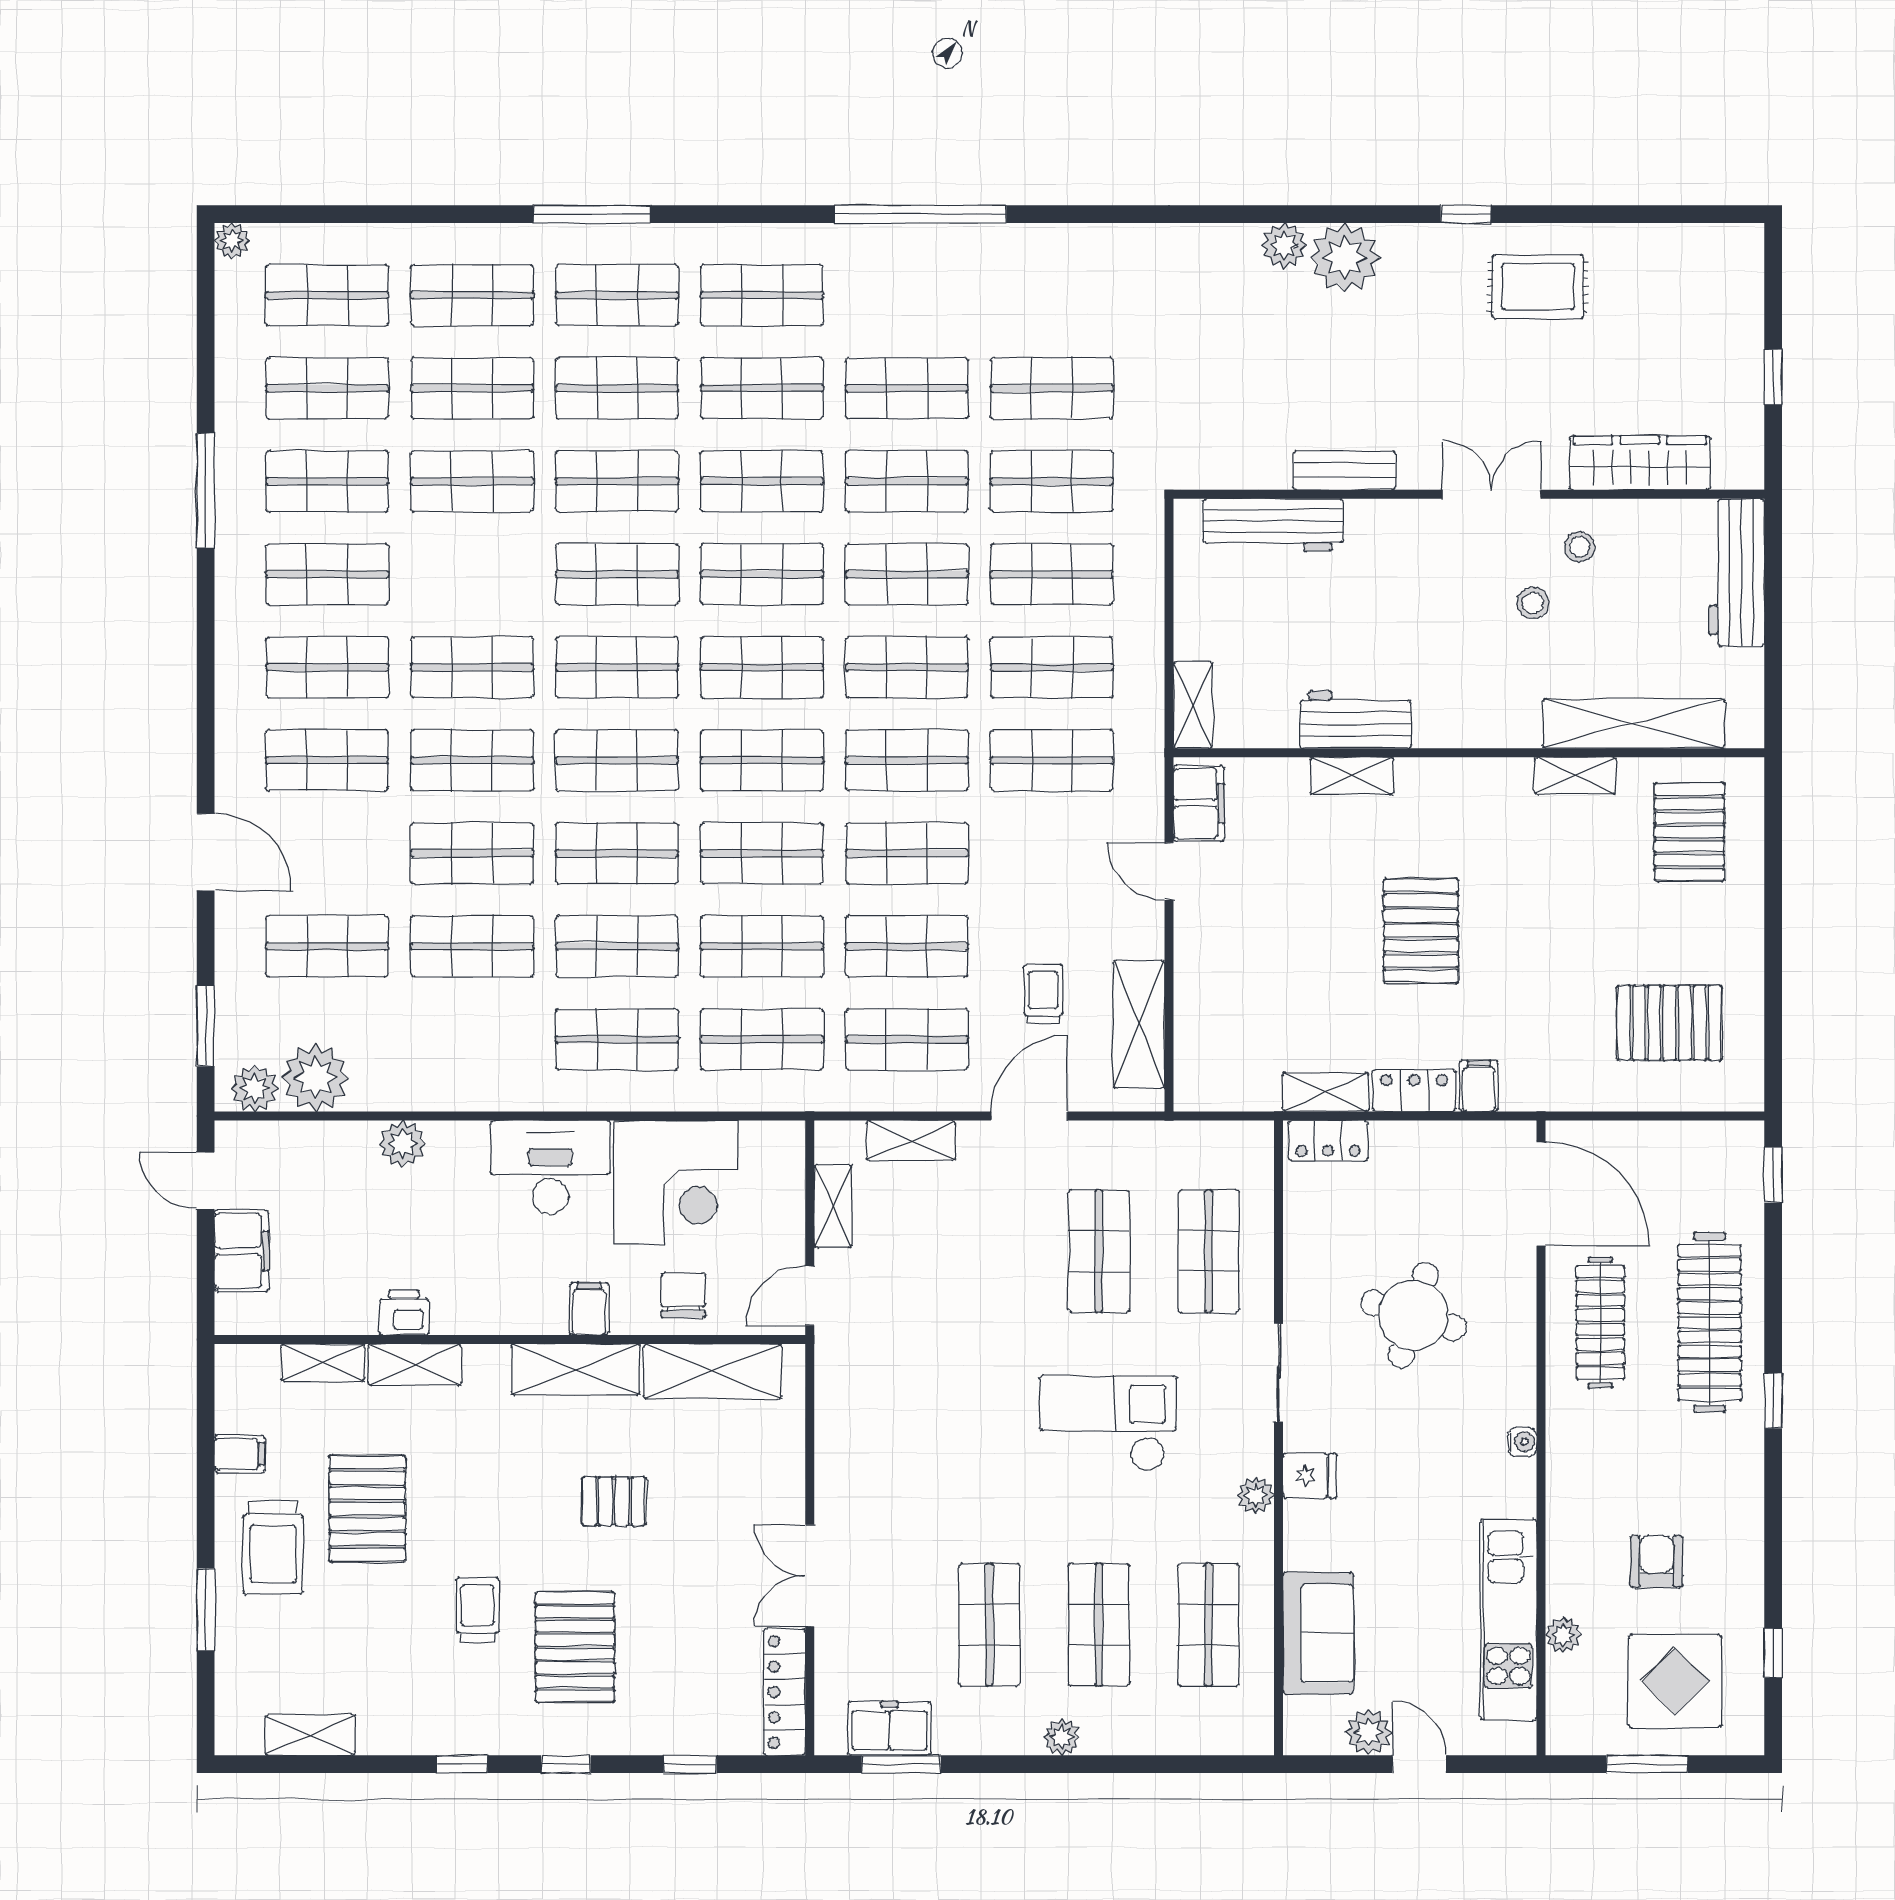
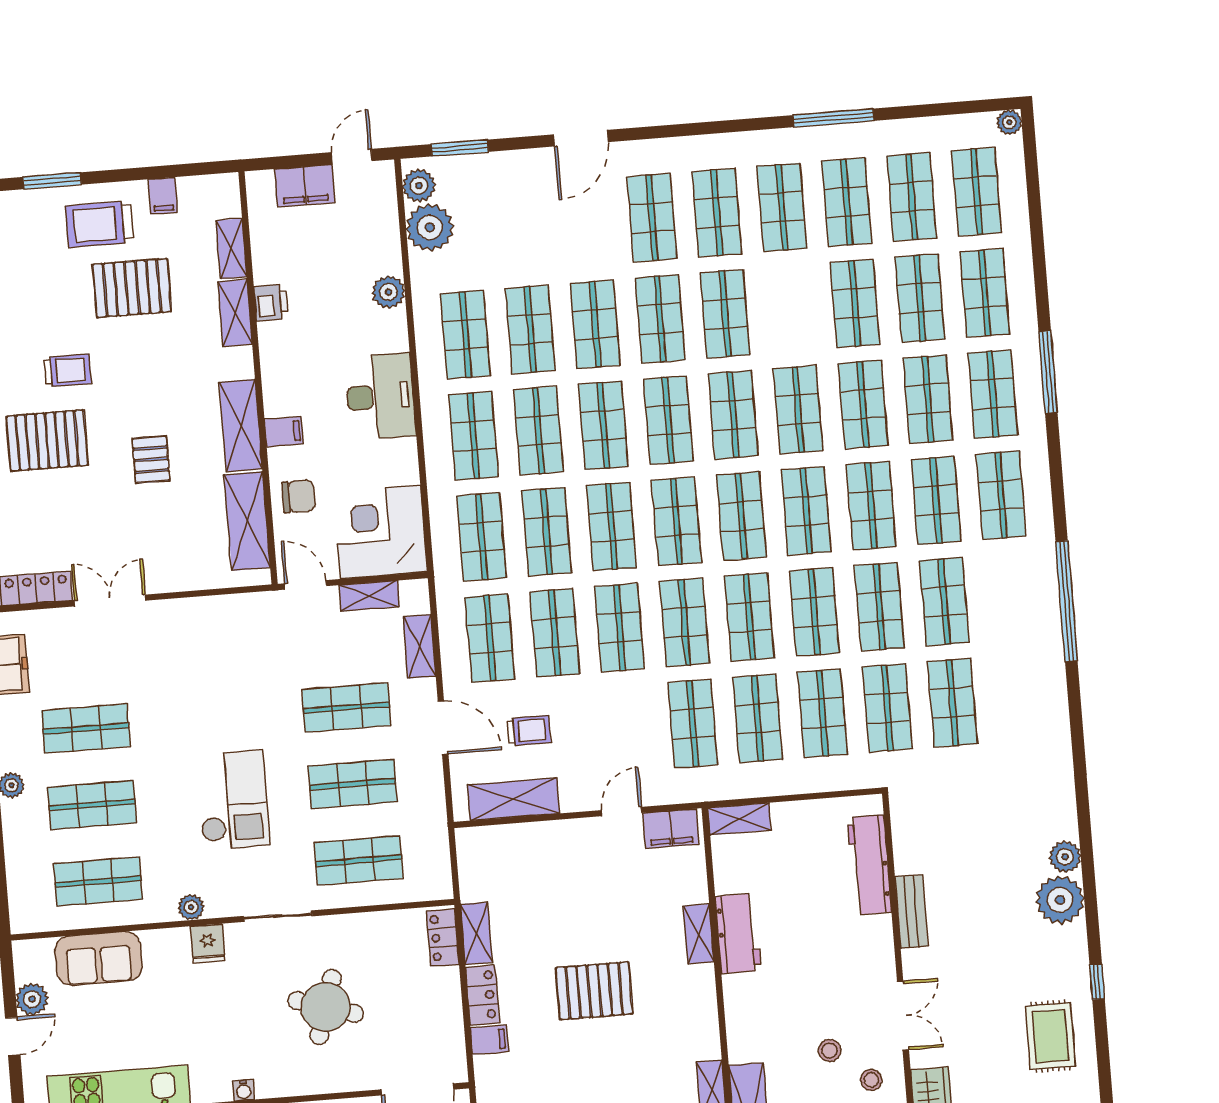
shop shelf: (327, 946) -> (465, 335), moved
corner desk: (676, 1183) -> (381, 532), moved, turned 90
shop shelf: (989, 1251) -> (347, 708), added

